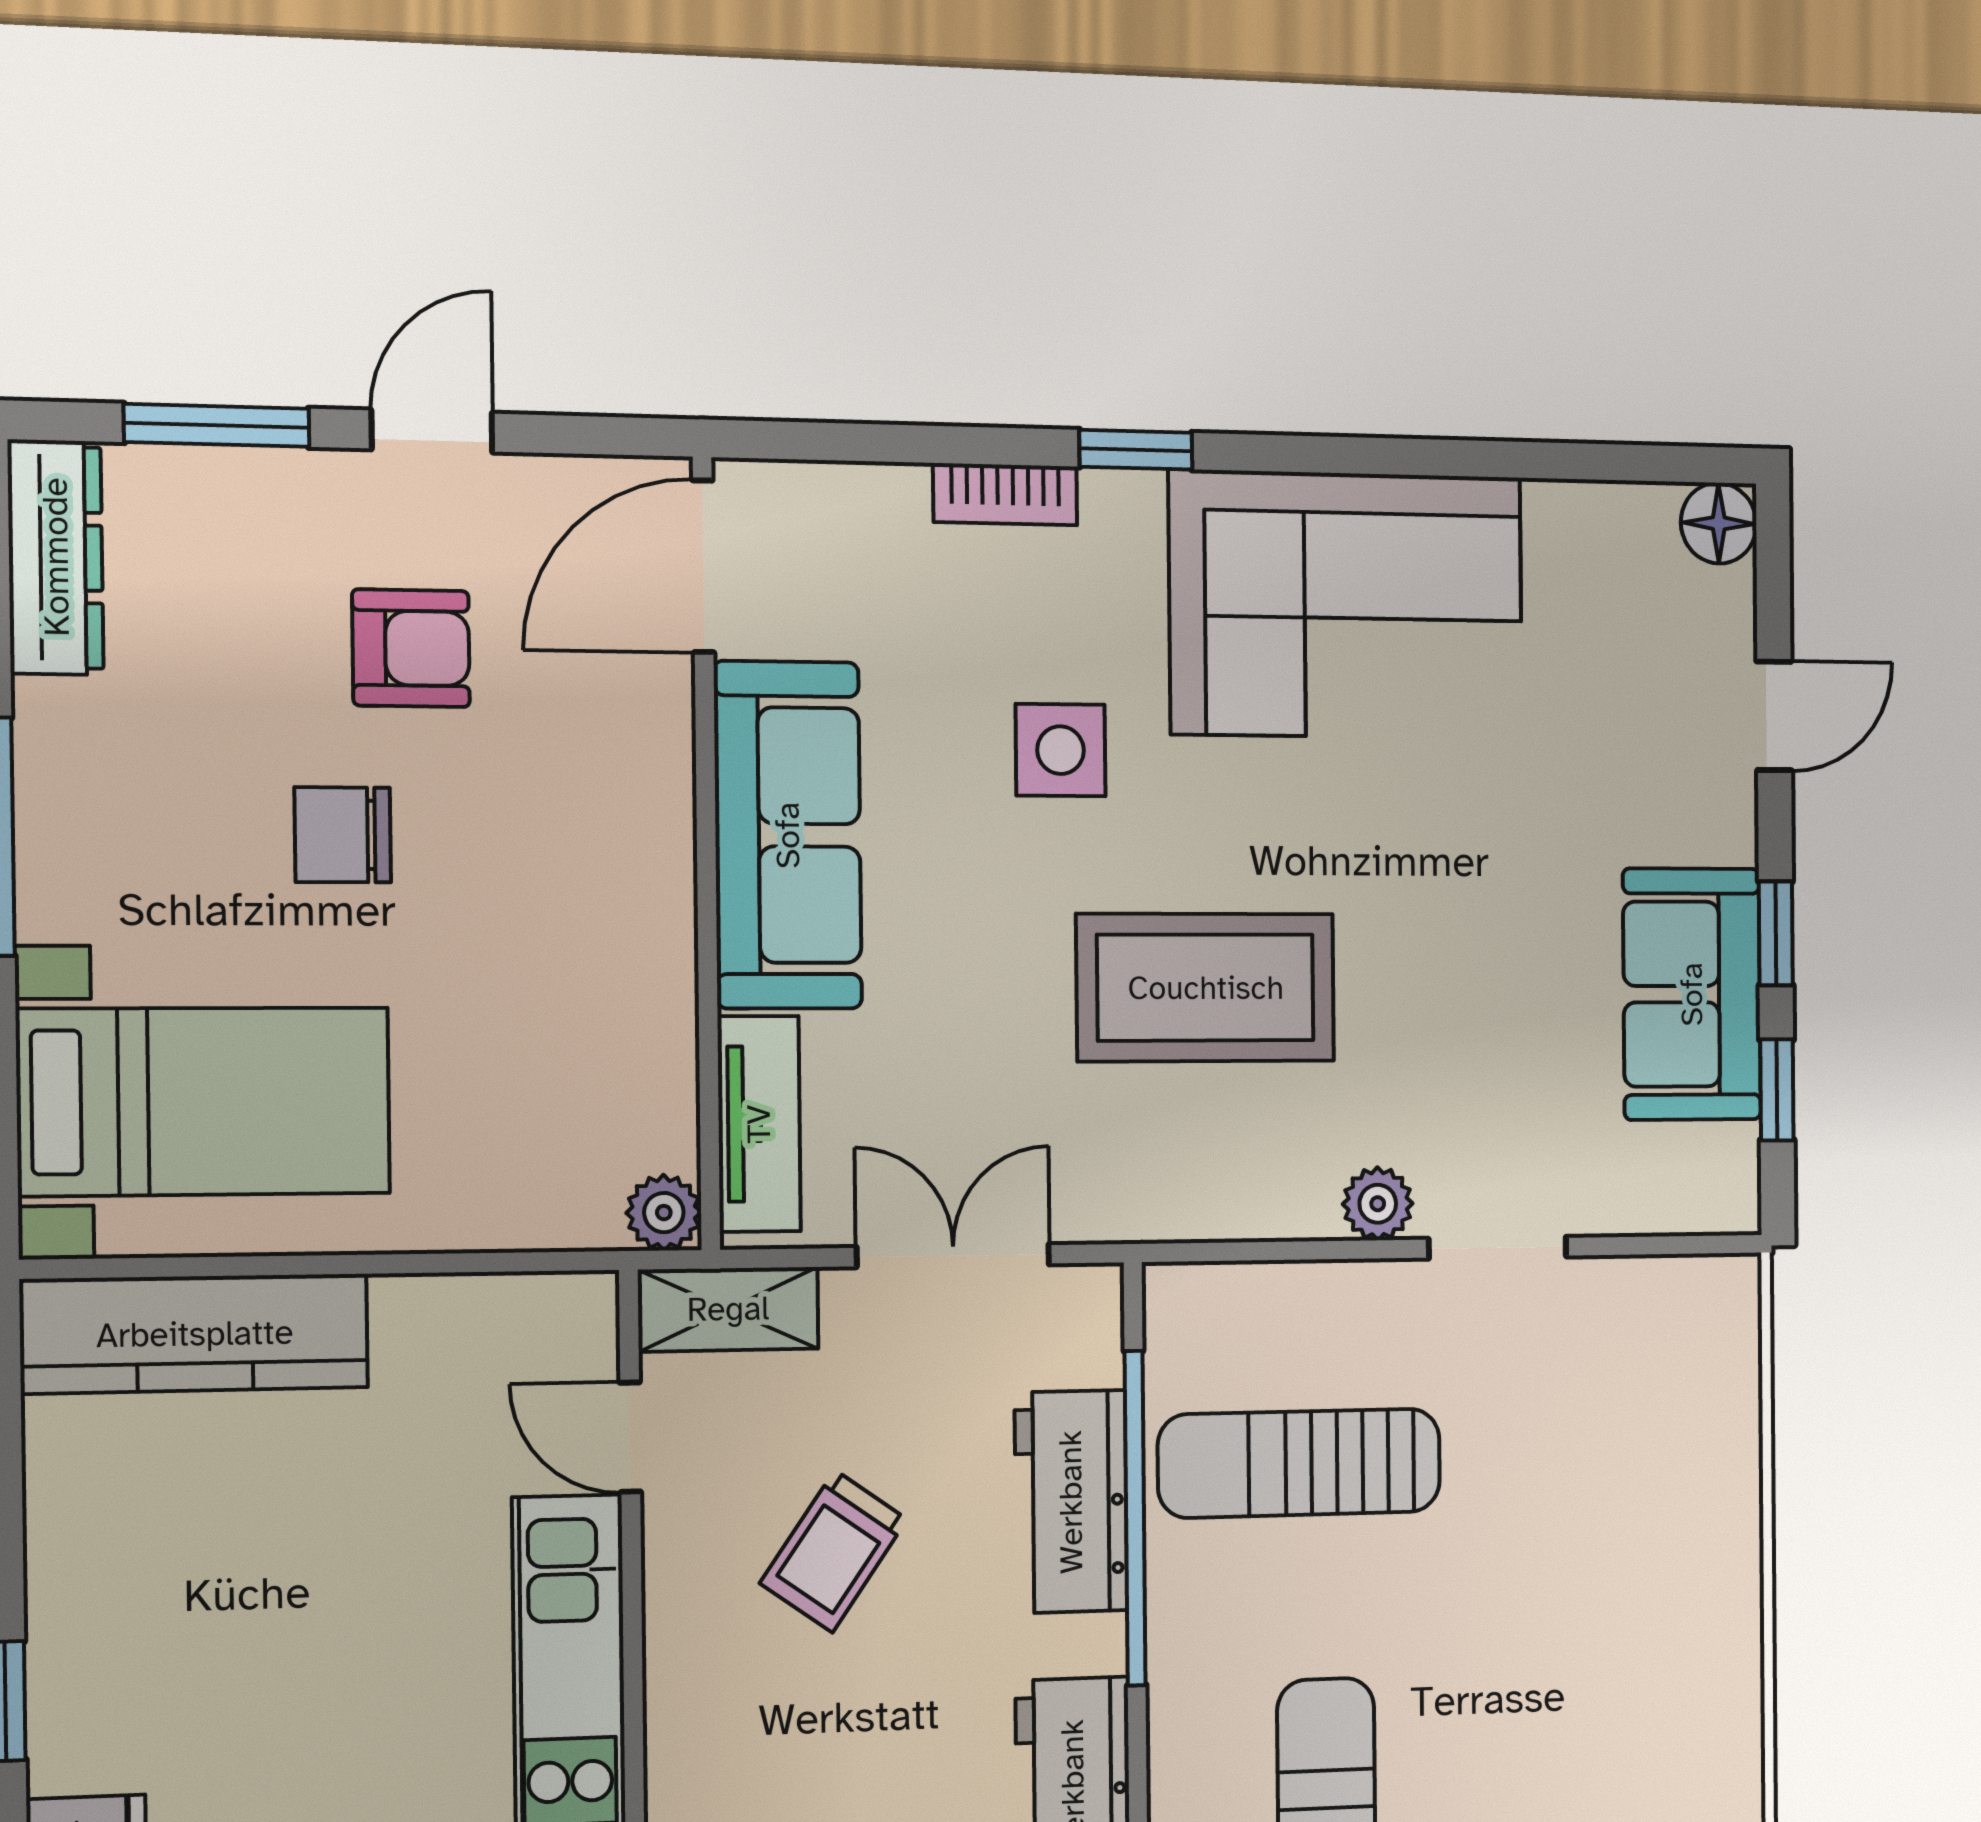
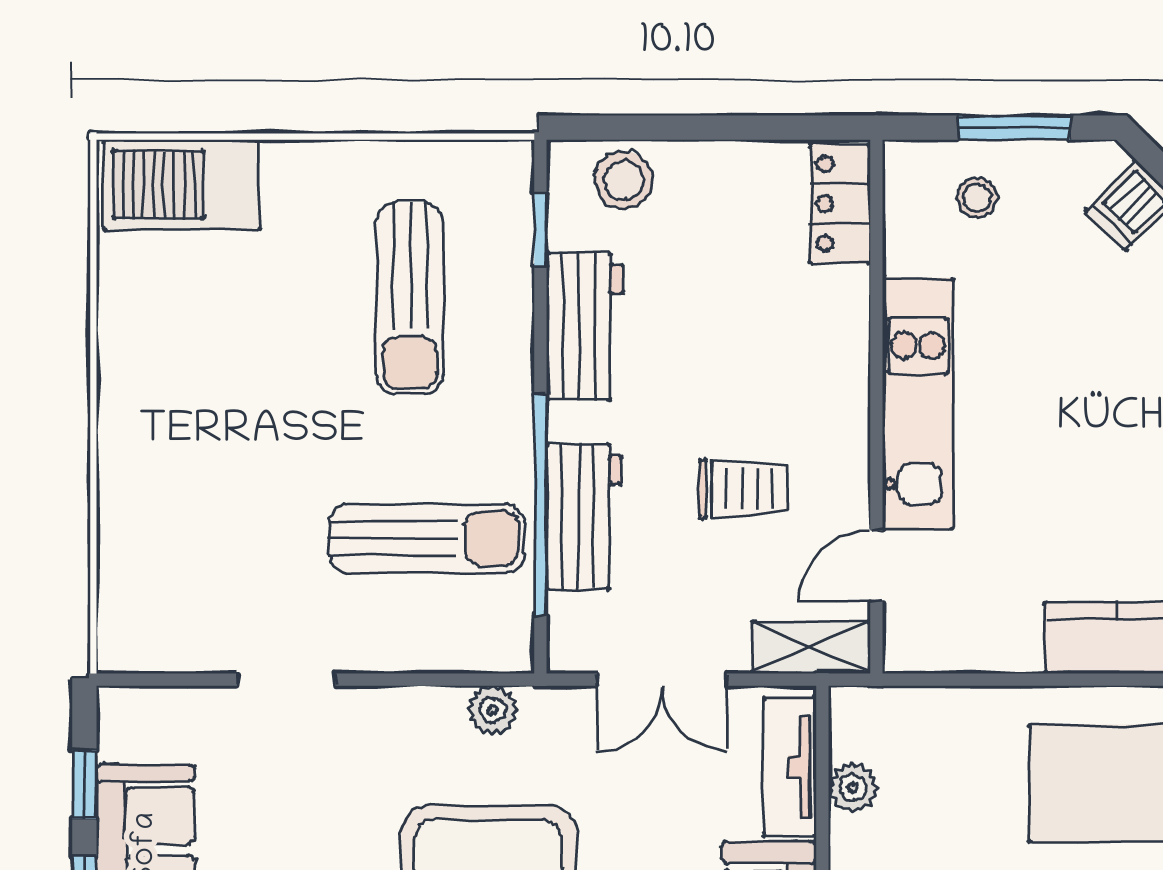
plant: (1378, 1204) -> (493, 710), moved
plant: (664, 1213) -> (853, 788), moved
door: (630, 1437) -> (876, 566), swing flipped
trolley: (834, 1551) -> (744, 489), turned 55

